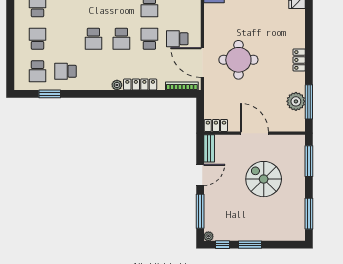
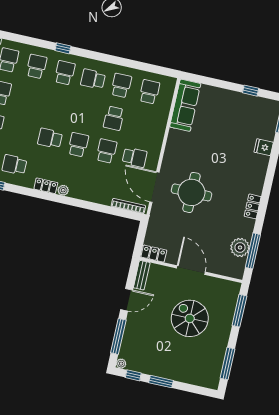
school desk: (93, 39) -> (50, 138), turned 90
school desk: (121, 39) -> (78, 145), turned 180
school desk: (177, 39) -> (135, 157), turned 180
locker: (140, 84) -> (46, 186), moved, width x0.66

